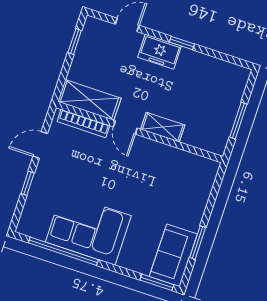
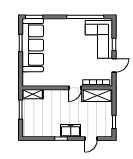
door: (125, 127) -> (75, 88), swing flipped
shelving: (163, 127) -> (33, 94), moved
corner sofa: (88, 229) -> (99, 39), moved, turned 90
sofa: (173, 255) -> (33, 45), width x1.85, depth x1.27

